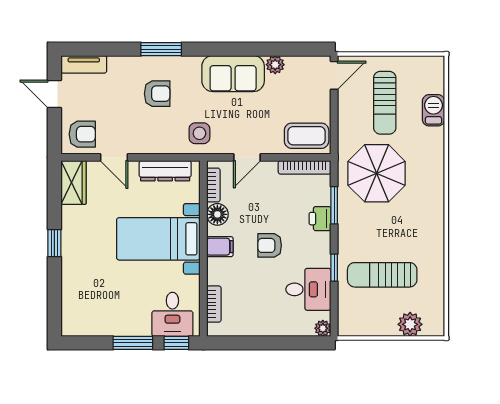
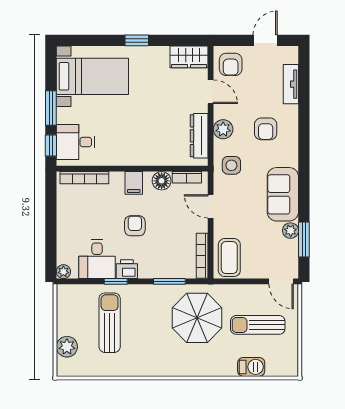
window: (161, 49) -> (304, 240), moved
tv unit: (84, 64) -> (291, 84), moved
plant: (158, 143) -> (223, 129), added
door: (114, 157) -> (211, 92), swing flipped
printer: (320, 219) -> (127, 269), moved
bed with nightstands: (158, 239) -> (92, 76), moved, turned 90
bookcase: (214, 304) -> (84, 178), width x1.56

